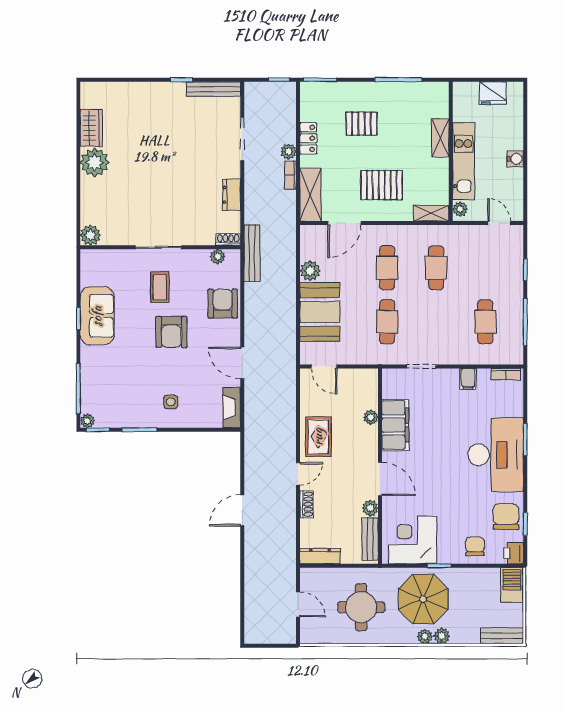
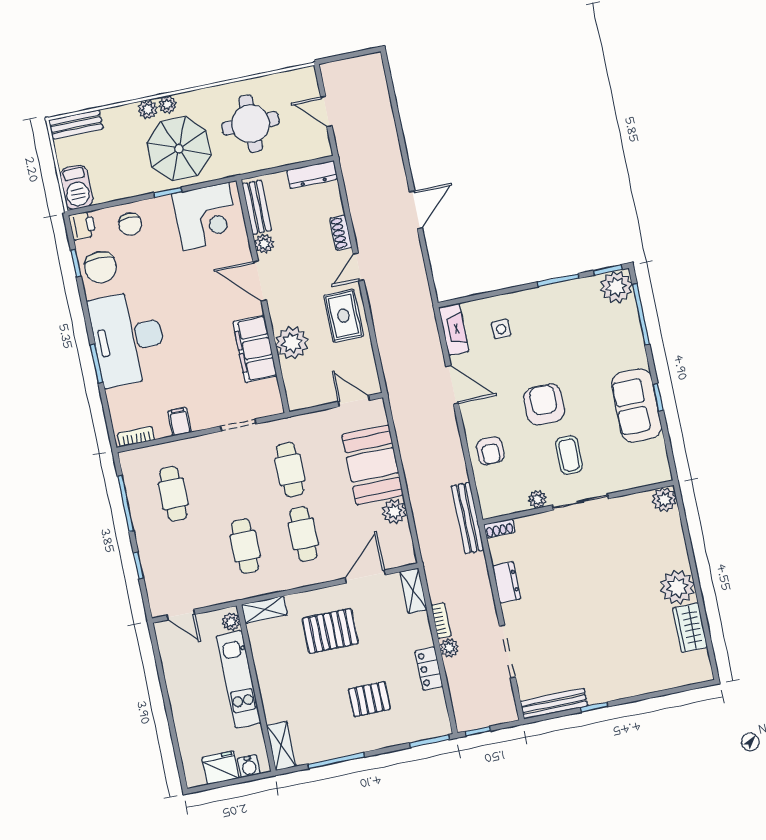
shelving: (440, 138) -> (281, 746), moved
water cooler: (515, 159) -> (249, 766), moved, turned -90
shelving: (311, 195) -> (413, 591), width x0.67, depth x0.75
plant: (218, 257) -> (537, 499), moved
armchair: (223, 304) -> (490, 451), width x0.72, depth x0.72
side table: (171, 402) -> (501, 329), moved
plant: (371, 417) -> (292, 343), width x1.88, depth x1.88
plant: (87, 421) -> (616, 287), width x1.88, depth x1.88

